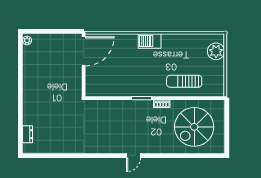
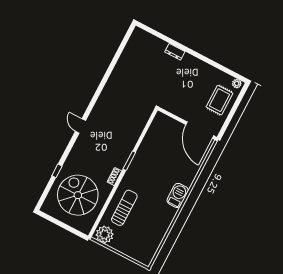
rug: (49, 48) -> (219, 100), added
plant: (216, 51) -> (105, 235), moved
dresser: (27, 134) -> (175, 52), moved
window: (183, 156) -> (57, 171), added

